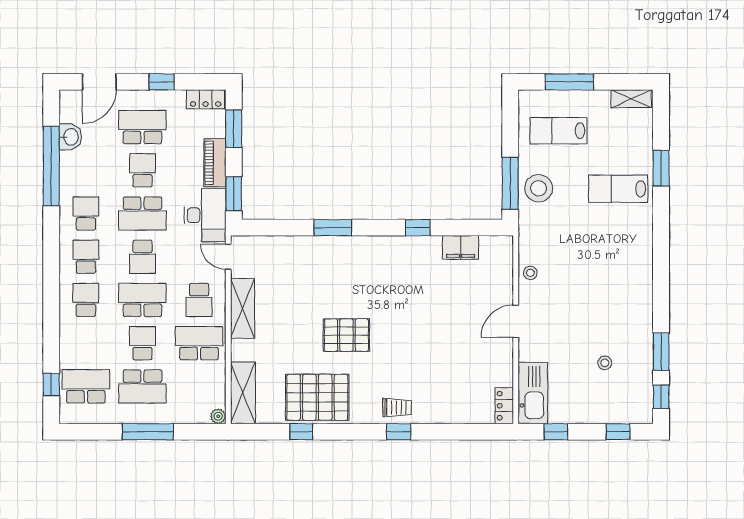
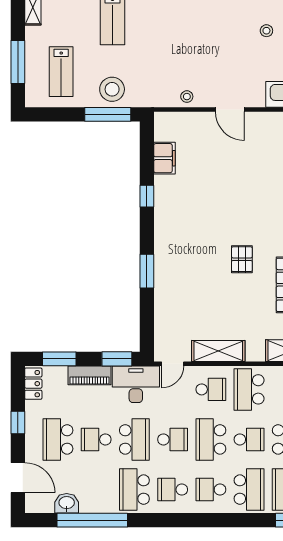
school desk: (86, 214) -> (134, 490), width x1.85
pallet: (346, 335) -> (242, 259), width x0.67, depth x0.71
school desk: (86, 343) -> (249, 490), added
school desk: (142, 343) -> (249, 439), turned 180

